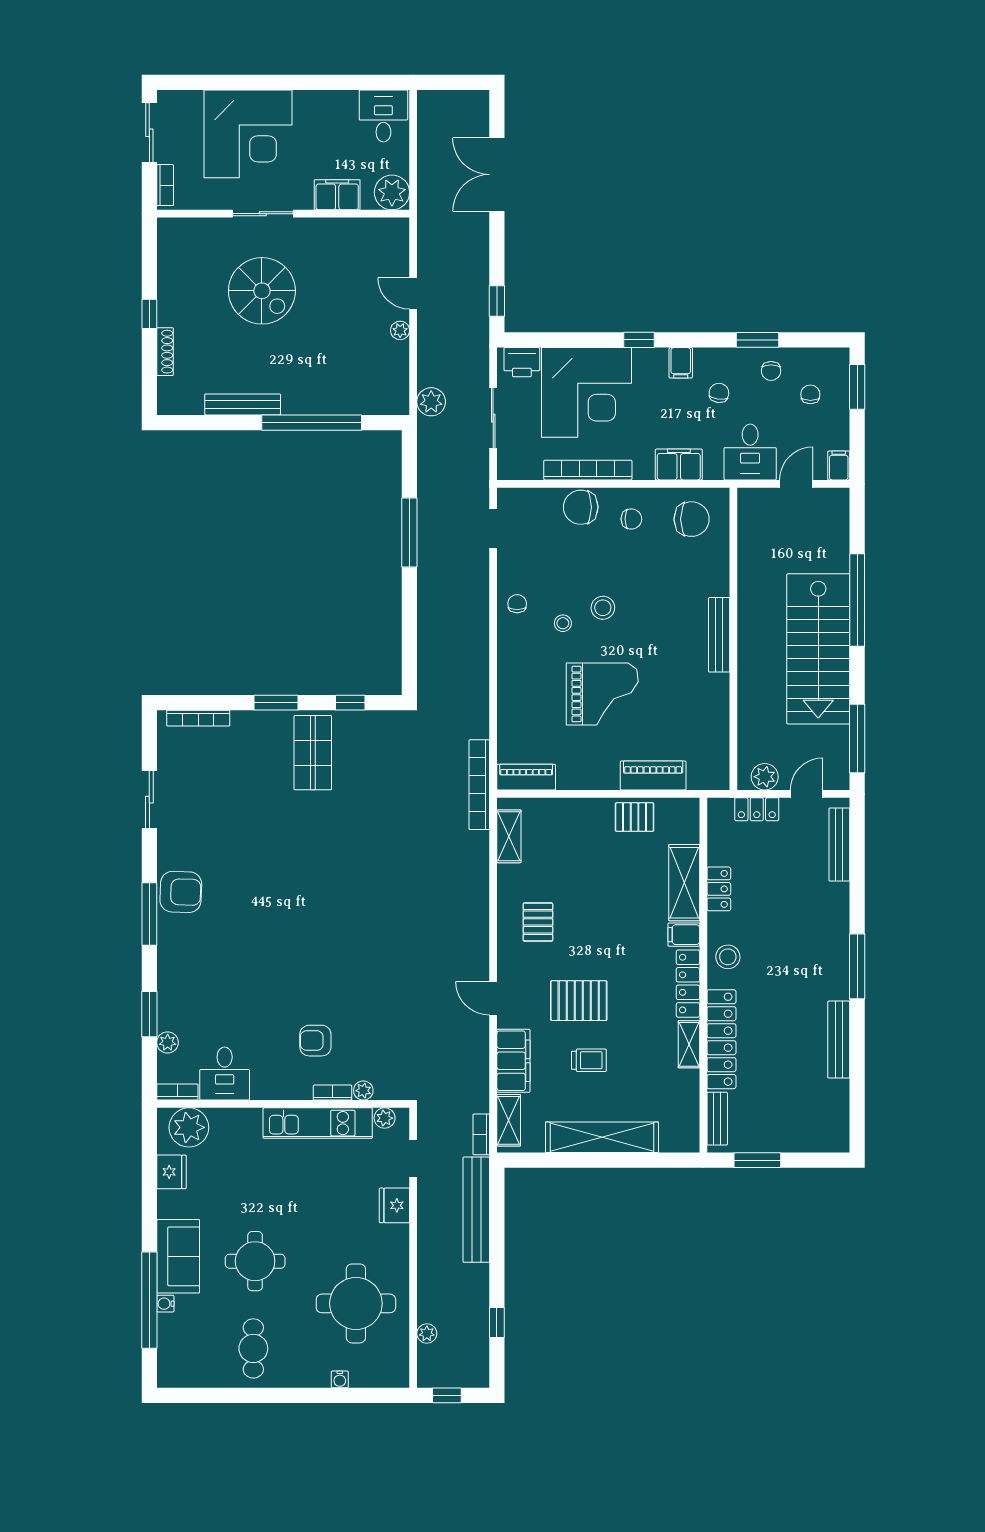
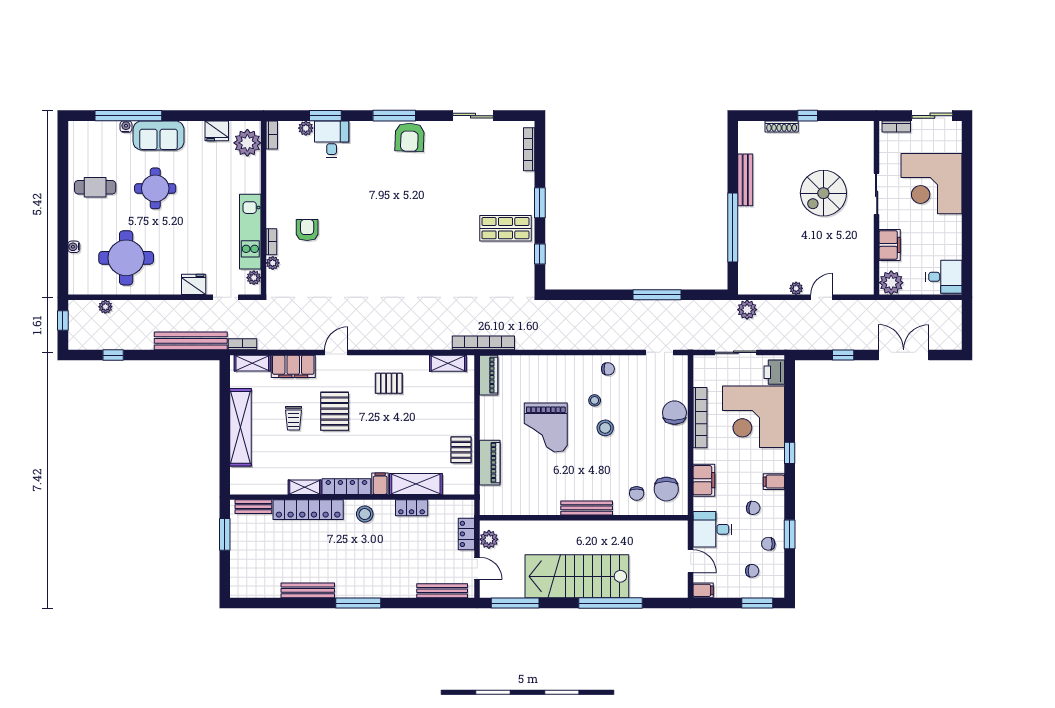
window: (497, 301) -> (843, 355), moved
chair: (631, 519) -> (637, 493), moved
desk: (225, 1074) -> (332, 139), moved, turned 90

